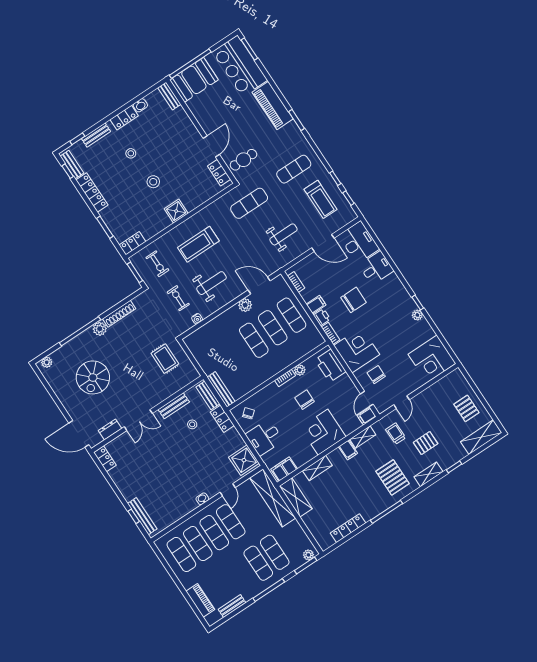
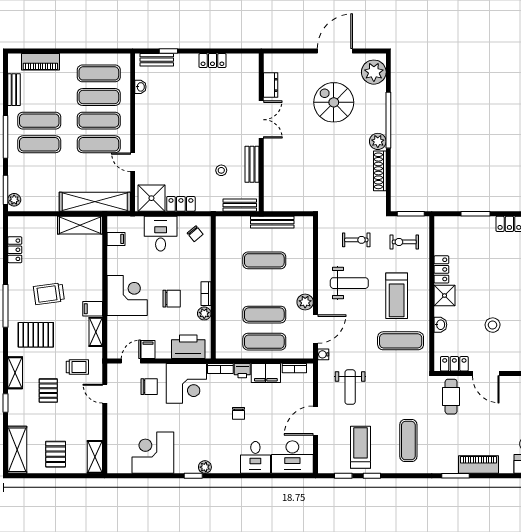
piano: (273, 105) -> (479, 465), width x0.73, depth x0.75
stool: (153, 182) -> (493, 325), moved
treadmill: (321, 199) -> (361, 447), turned 90
washbasin: (198, 200) -> (440, 325), added
exercise mat: (249, 203) -> (401, 341), moved, turned 90
locker: (132, 243) -> (441, 269), moved
treadmill: (198, 244) -> (397, 296), turned 180
weight bench: (211, 283) -> (349, 283), turned -90
chair: (354, 300) -> (238, 413), width x0.54, depth x0.54
filing cabinet: (316, 305) -> (266, 373), width x2.00
plant: (417, 315) -> (205, 467), moved
water cooler: (197, 319) -> (323, 354), moved
exercise mat: (254, 340) -> (264, 260), moved
rug: (165, 359) -> (305, 187), removed
corner desk: (432, 359) -> (153, 453), moved
plant: (47, 362) -> (374, 72), width x1.88, depth x1.88
bench: (221, 389) -> (272, 222), moved
door: (367, 399) -> (131, 361), hinge flipped
pallet: (466, 408) -> (56, 454), turned 90
filing cabinet: (367, 416) -> (148, 350), moved
locker: (222, 419) -> (181, 204), moved
double door: (138, 420) -> (261, 120), swing flipped
door: (79, 434) -> (335, 51), moved
locker: (105, 459) -> (212, 61), moved
shelving: (317, 468) -> (95, 457), moved
filing cabinet: (284, 469) -> (116, 239), width x0.50
trolley: (358, 487) -> (49, 294), added
washbasin: (202, 499) -> (140, 87), moved
bench: (142, 516) -> (157, 60), width x0.73
locker: (348, 528) -> (15, 250), width x0.66
exercise mat: (275, 552) -> (39, 121), moved

